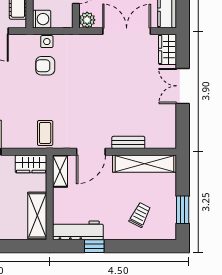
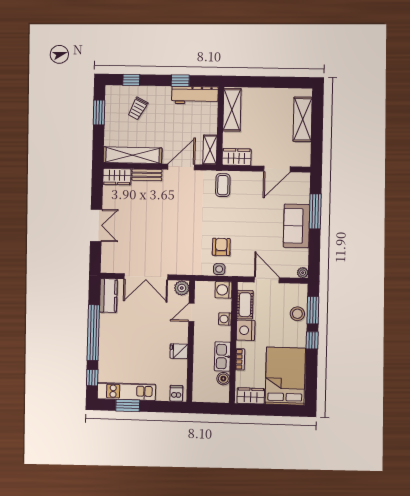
wardrobe: (168, 49) -> (117, 177), moved, turned 90
armchair: (45, 66) -> (221, 247), turned -90
window: (148, 246) -> (131, 80), added

